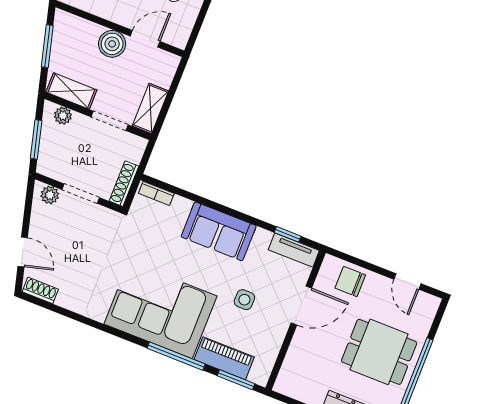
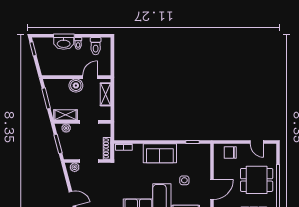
shelving: (150, 108) -> (106, 94), moved
tv unit: (294, 250) -> (198, 148), removed
door: (301, 305) -> (212, 189), moved

